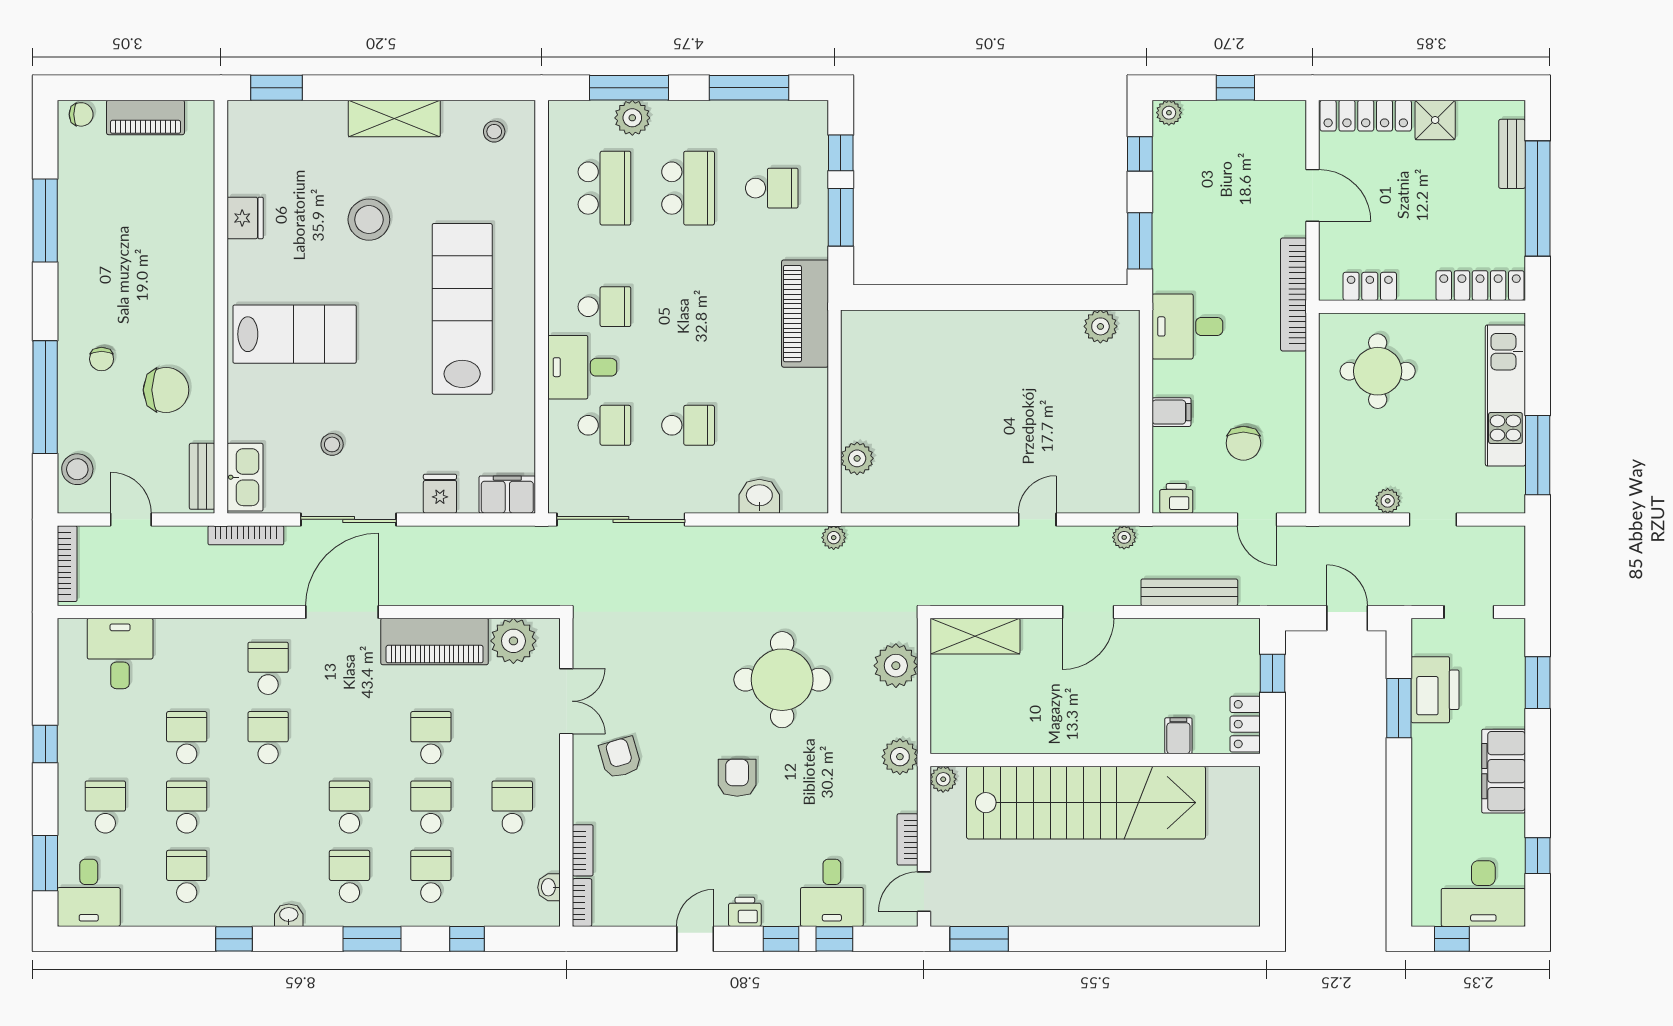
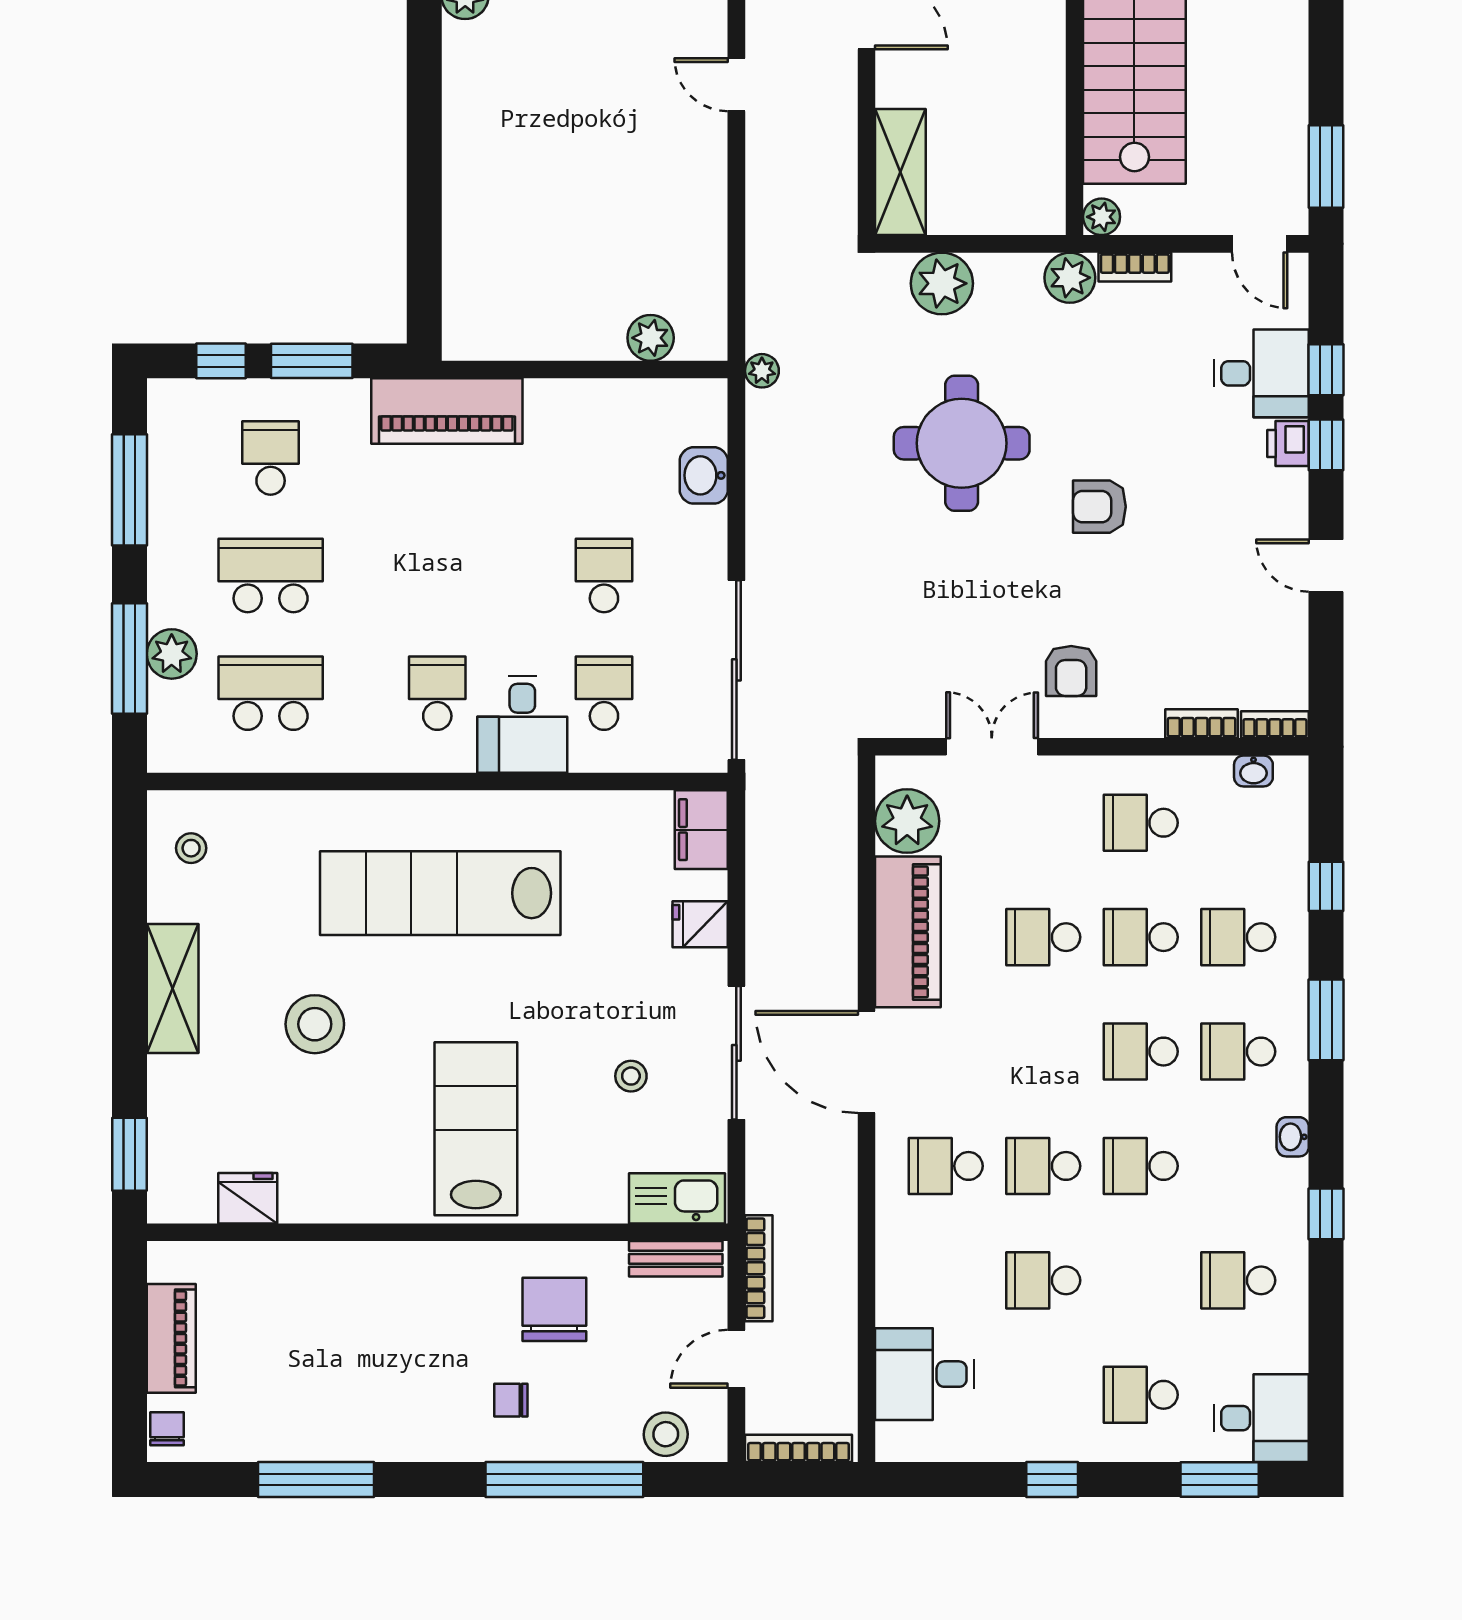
fridge: (245, 218) -> (248, 1198), moved
chair: (102, 359) -> (511, 1400), turned 180
bookcase: (246, 535) -> (759, 1268), moved
armchair: (620, 758) -> (1071, 671), turned -74
school desk: (187, 807) -> (1141, 1166), moved
bookcase: (907, 839) -> (1135, 267), moved
printer: (745, 912) -> (1288, 444), moved

